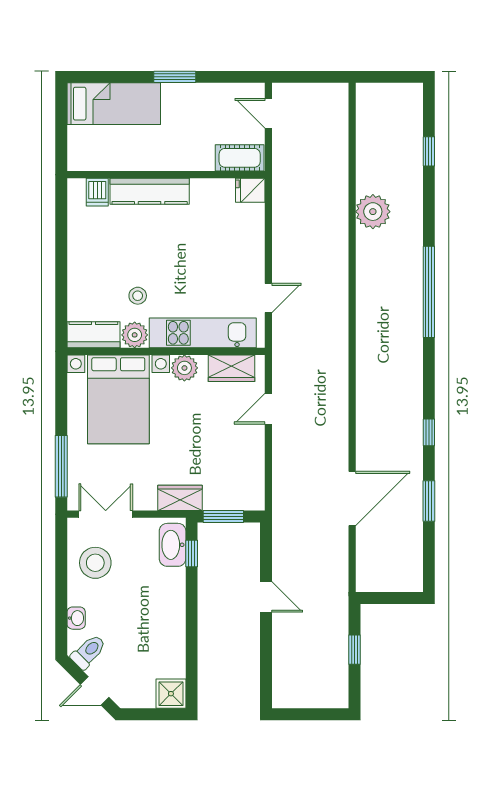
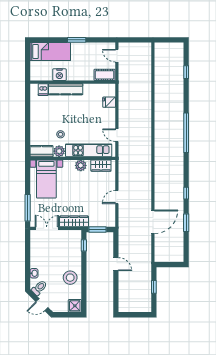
nightstand: (135, 157) -> (59, 75), added
fridge: (250, 190) -> (109, 102), moved
plant: (373, 212) -> (162, 98), removed
door: (268, 298) -> (117, 135), swing flipped
bed with nightstands: (118, 399) -> (46, 179), width x0.73
door: (268, 409) -> (117, 197), moved
wardrobe: (180, 498) -> (74, 221), width x1.50
washbasin: (173, 545) -> (76, 242), removed
stool: (95, 563) -> (70, 278), moved

